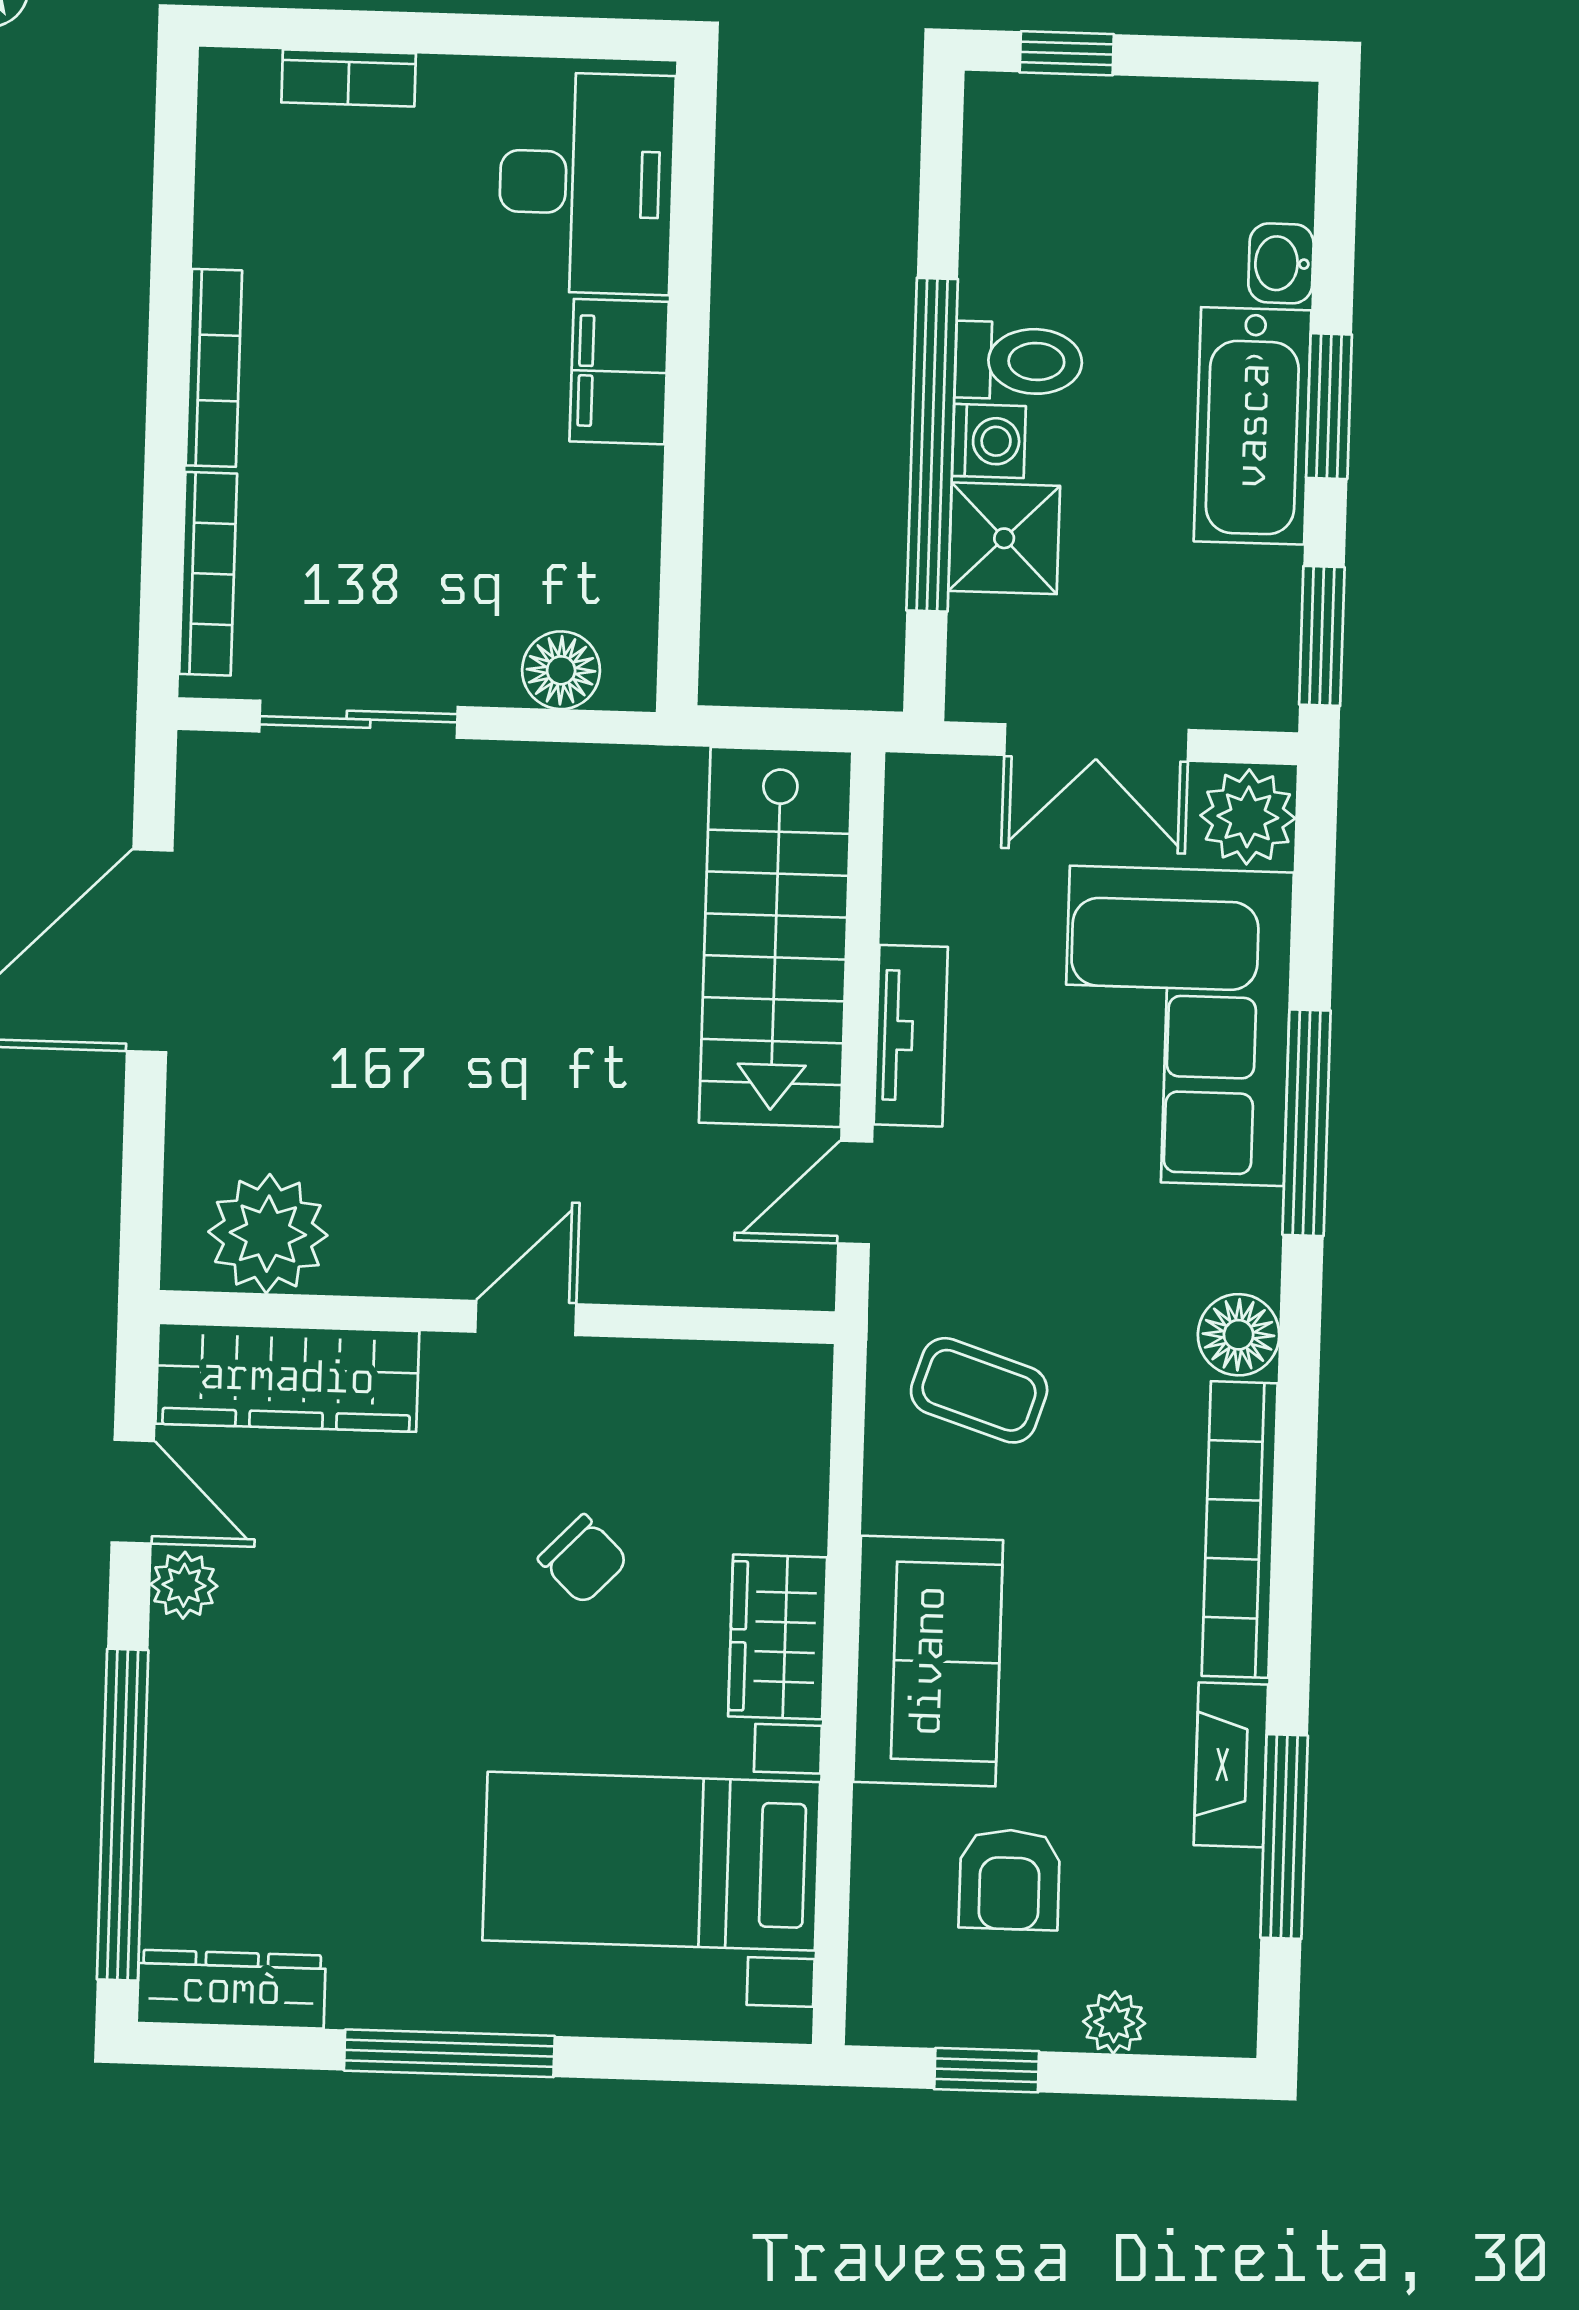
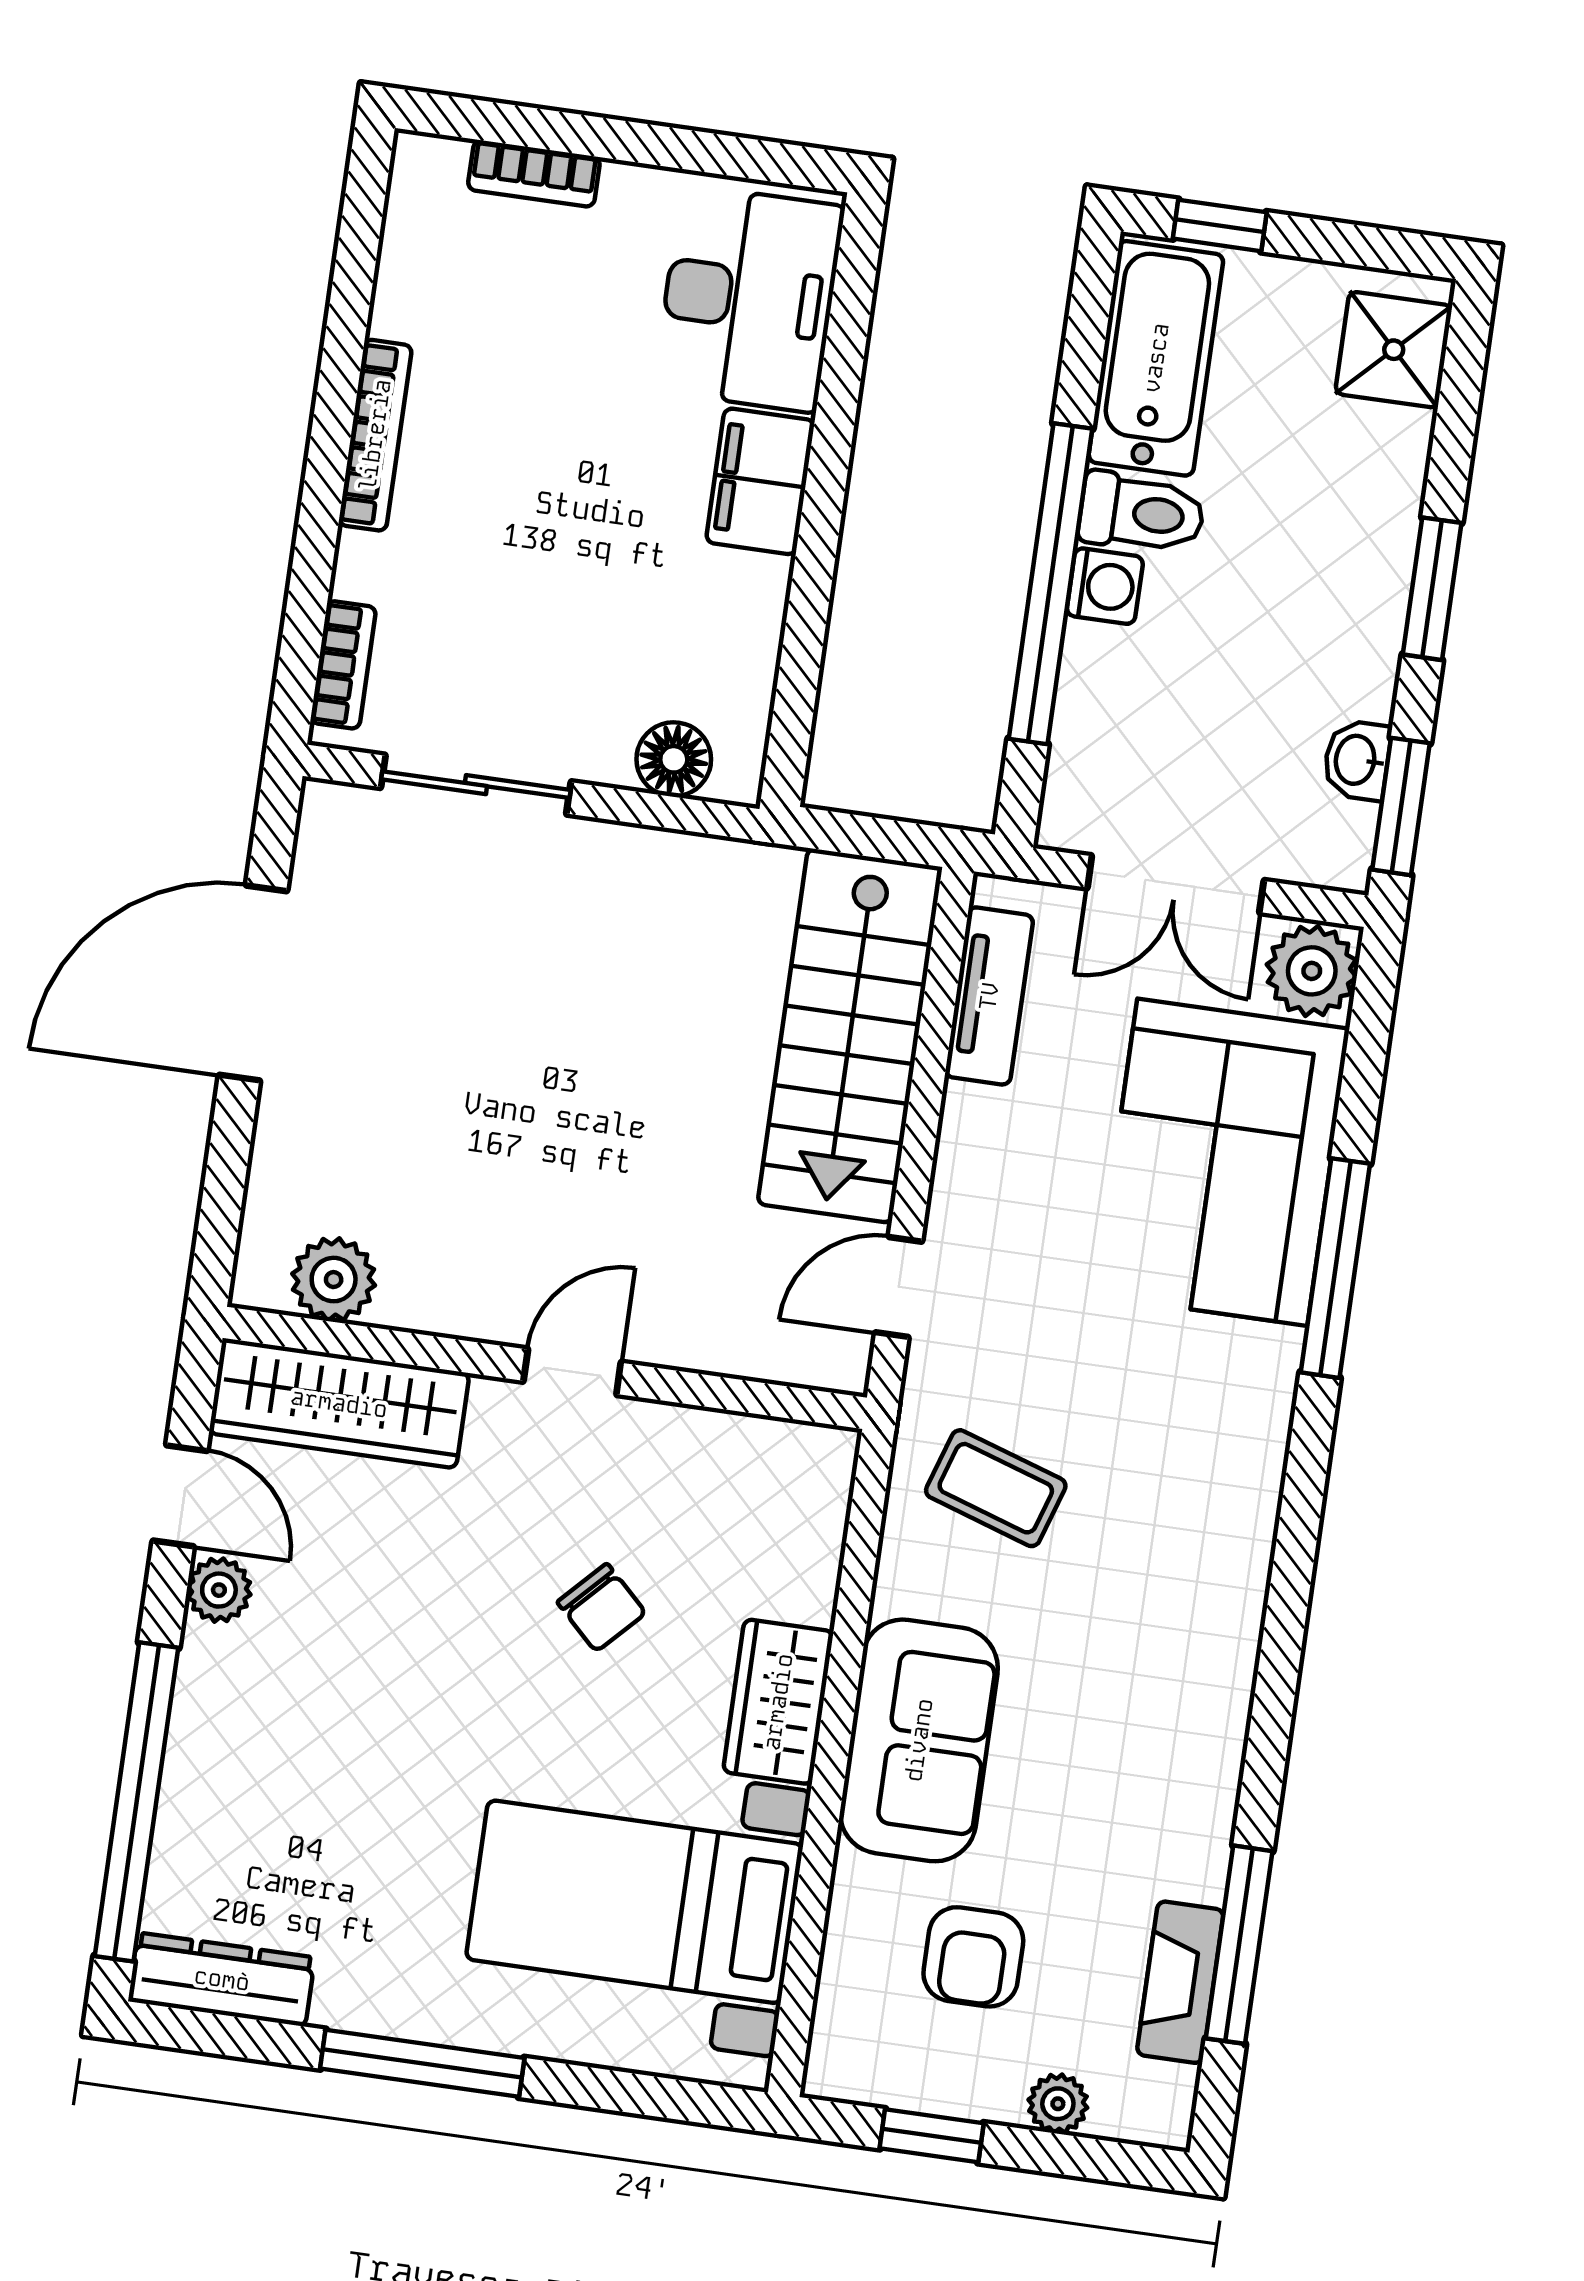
washbasin: (1281, 263) -> (1357, 760), moved
bathtub: (1253, 426) -> (1156, 358), moved, turned 180
shower: (1004, 538) -> (1394, 350), moved
bookcase: (208, 574) -> (343, 665), width x0.64
tv unit: (911, 1036) -> (989, 996), moved
plant: (268, 1234) -> (334, 1280), width x0.73, depth x0.73
floor lamp: (1239, 1335) -> (1248, 1463), removed
bookcase: (1240, 1530) -> (1229, 1648), removed
fireplace: (1231, 1765) -> (1180, 1982), moved

